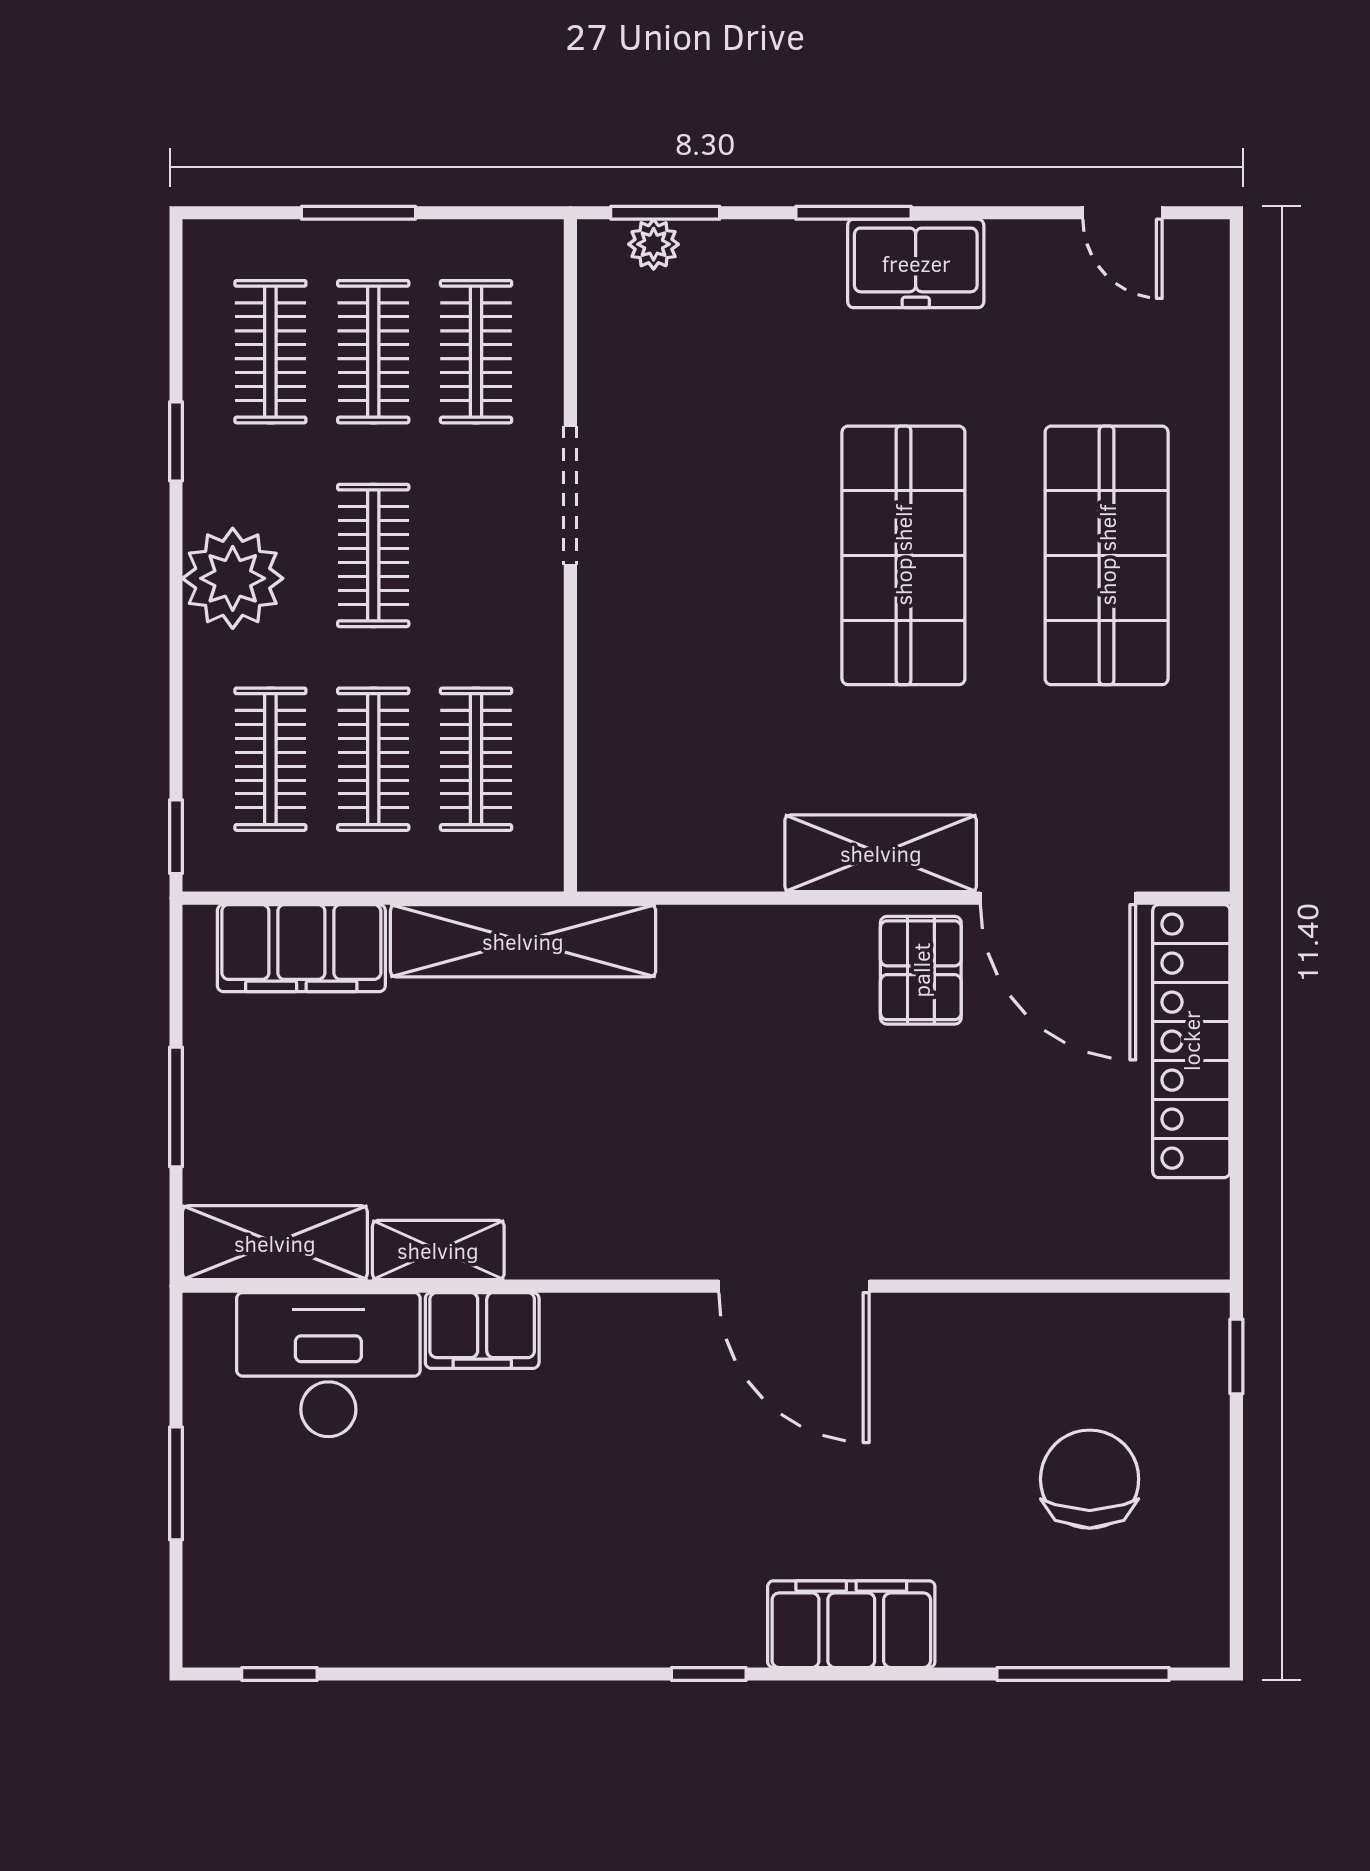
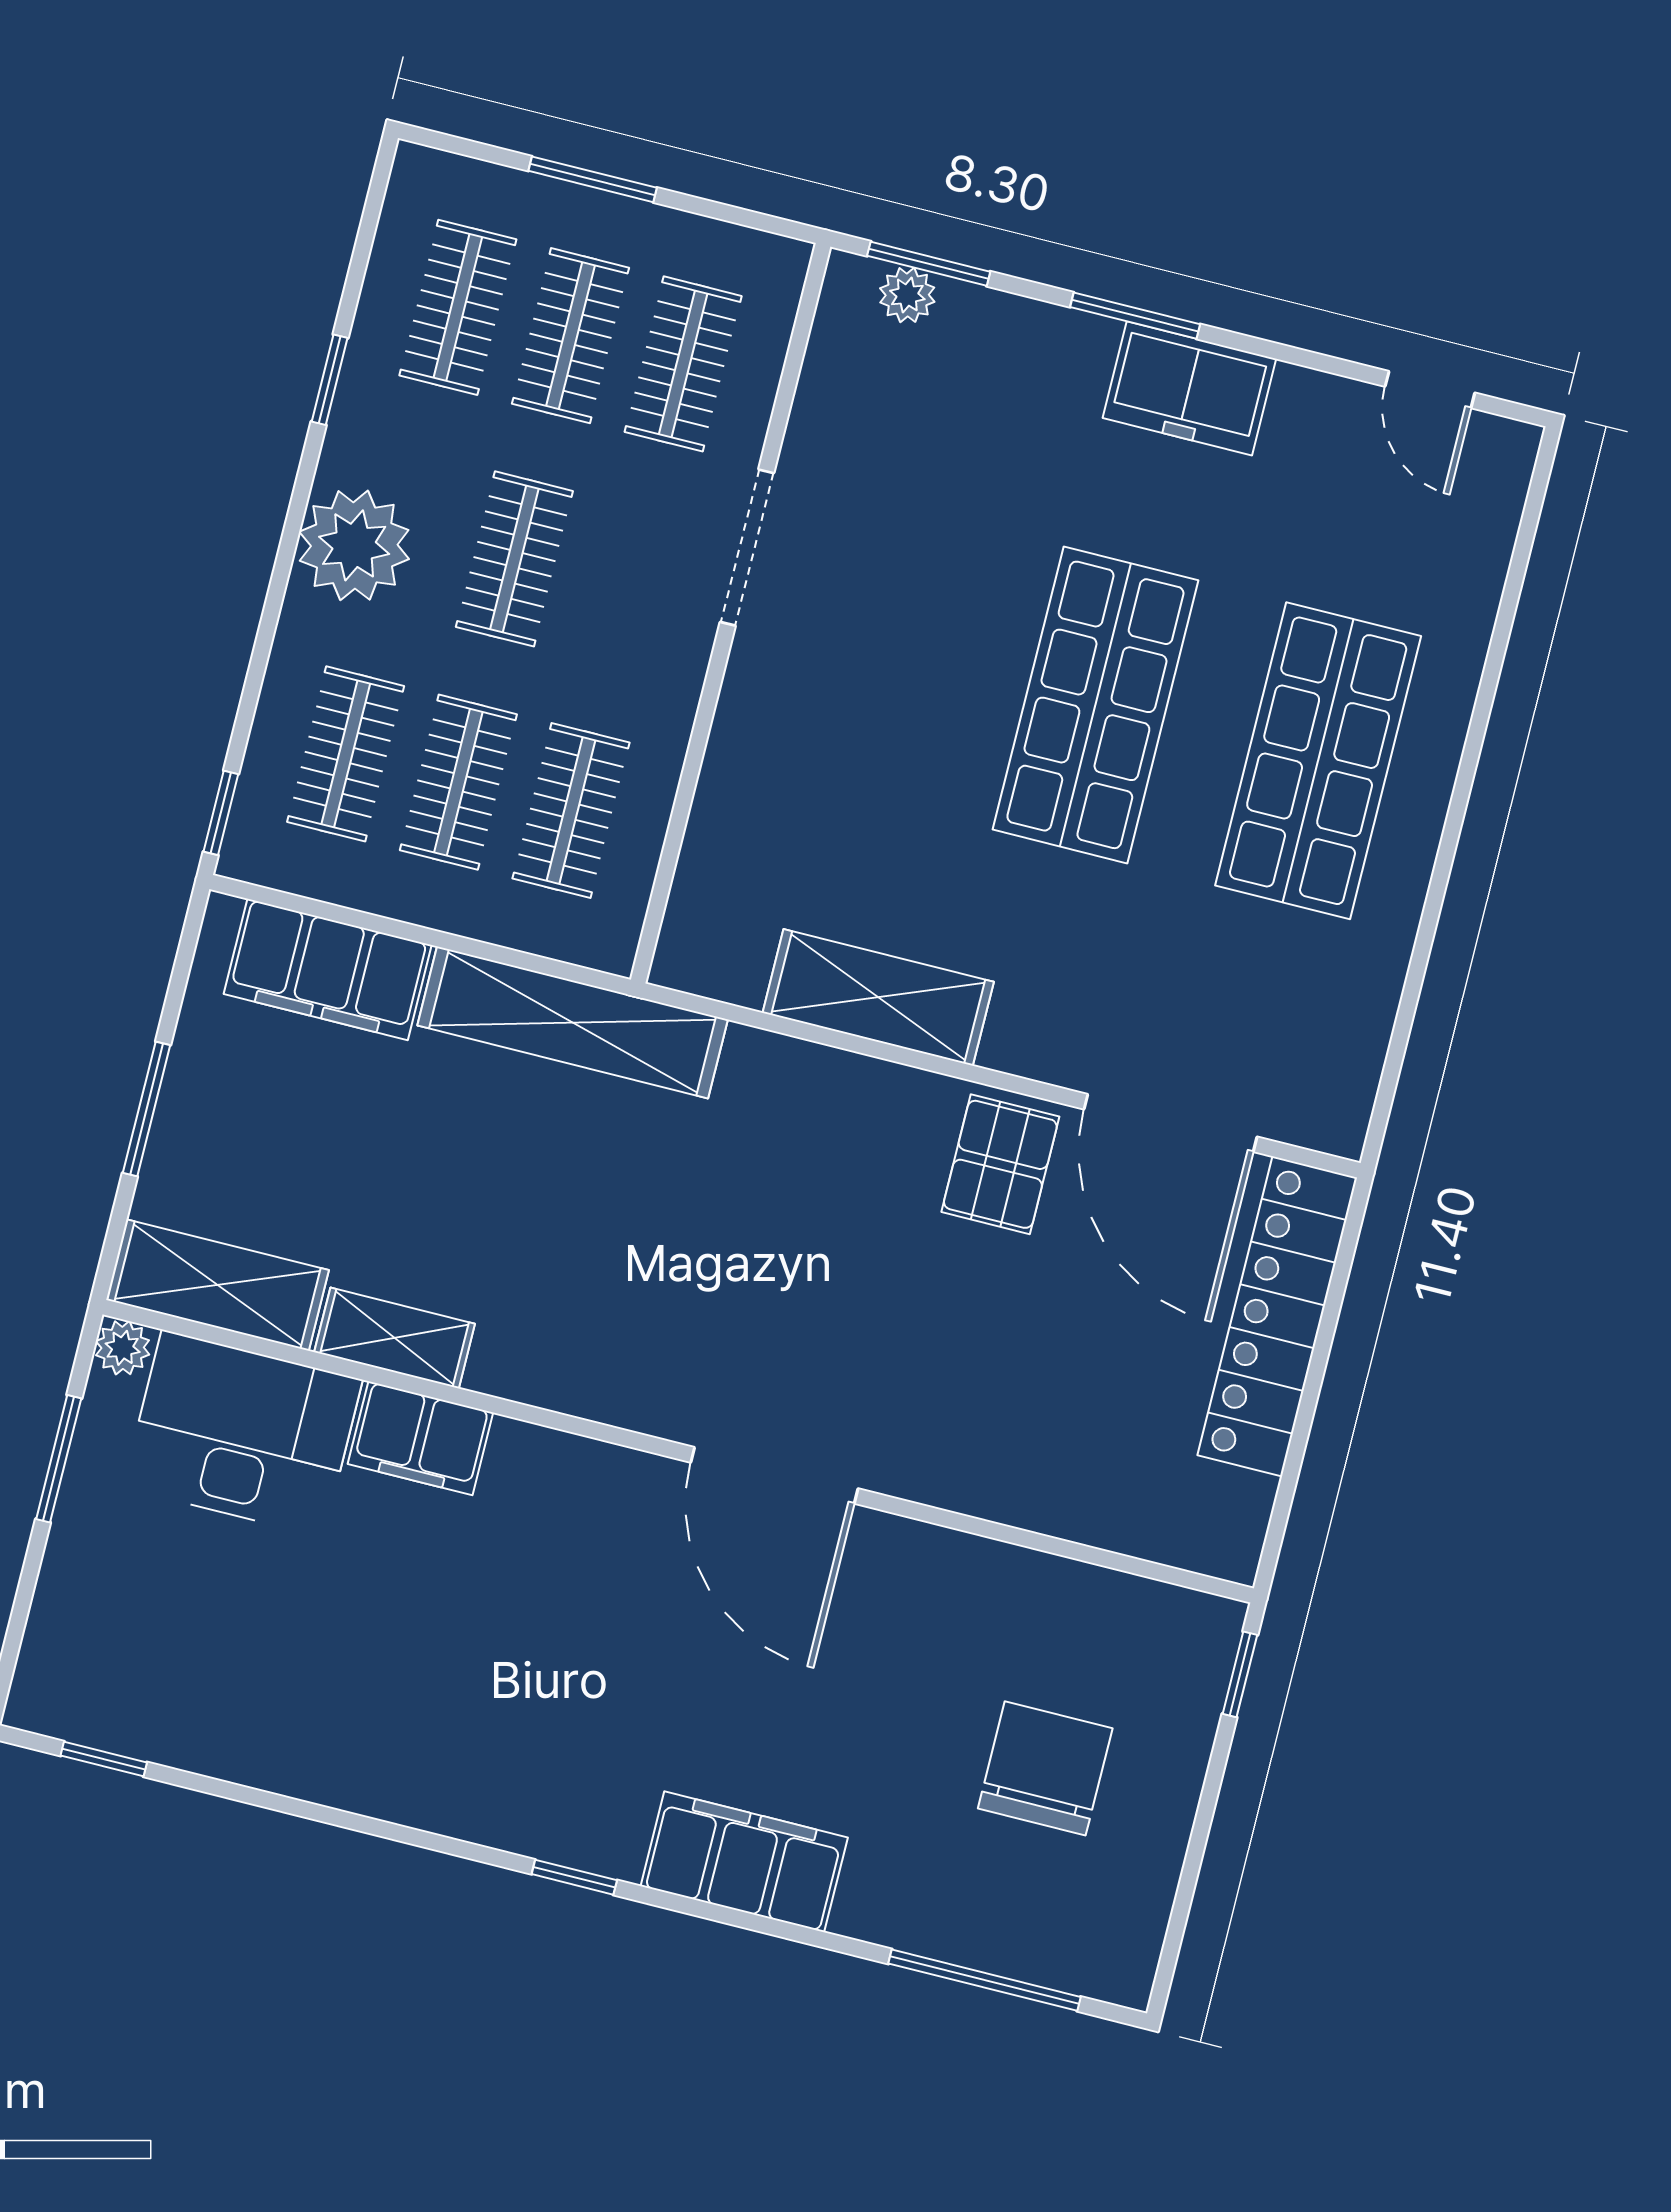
shelving: (881, 853) -> (878, 997), moved
plant: (207, 1317) -> (123, 1348), added
window: (176, 1483) -> (59, 1459), moved

